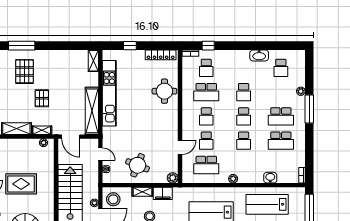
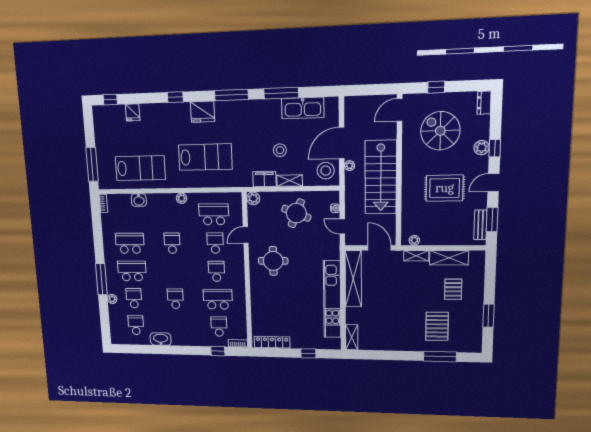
round table: (164, 91) -> (273, 261), moved
pallet: (42, 98) -> (453, 289), moved
school desk: (244, 116) -> (134, 298), moved

